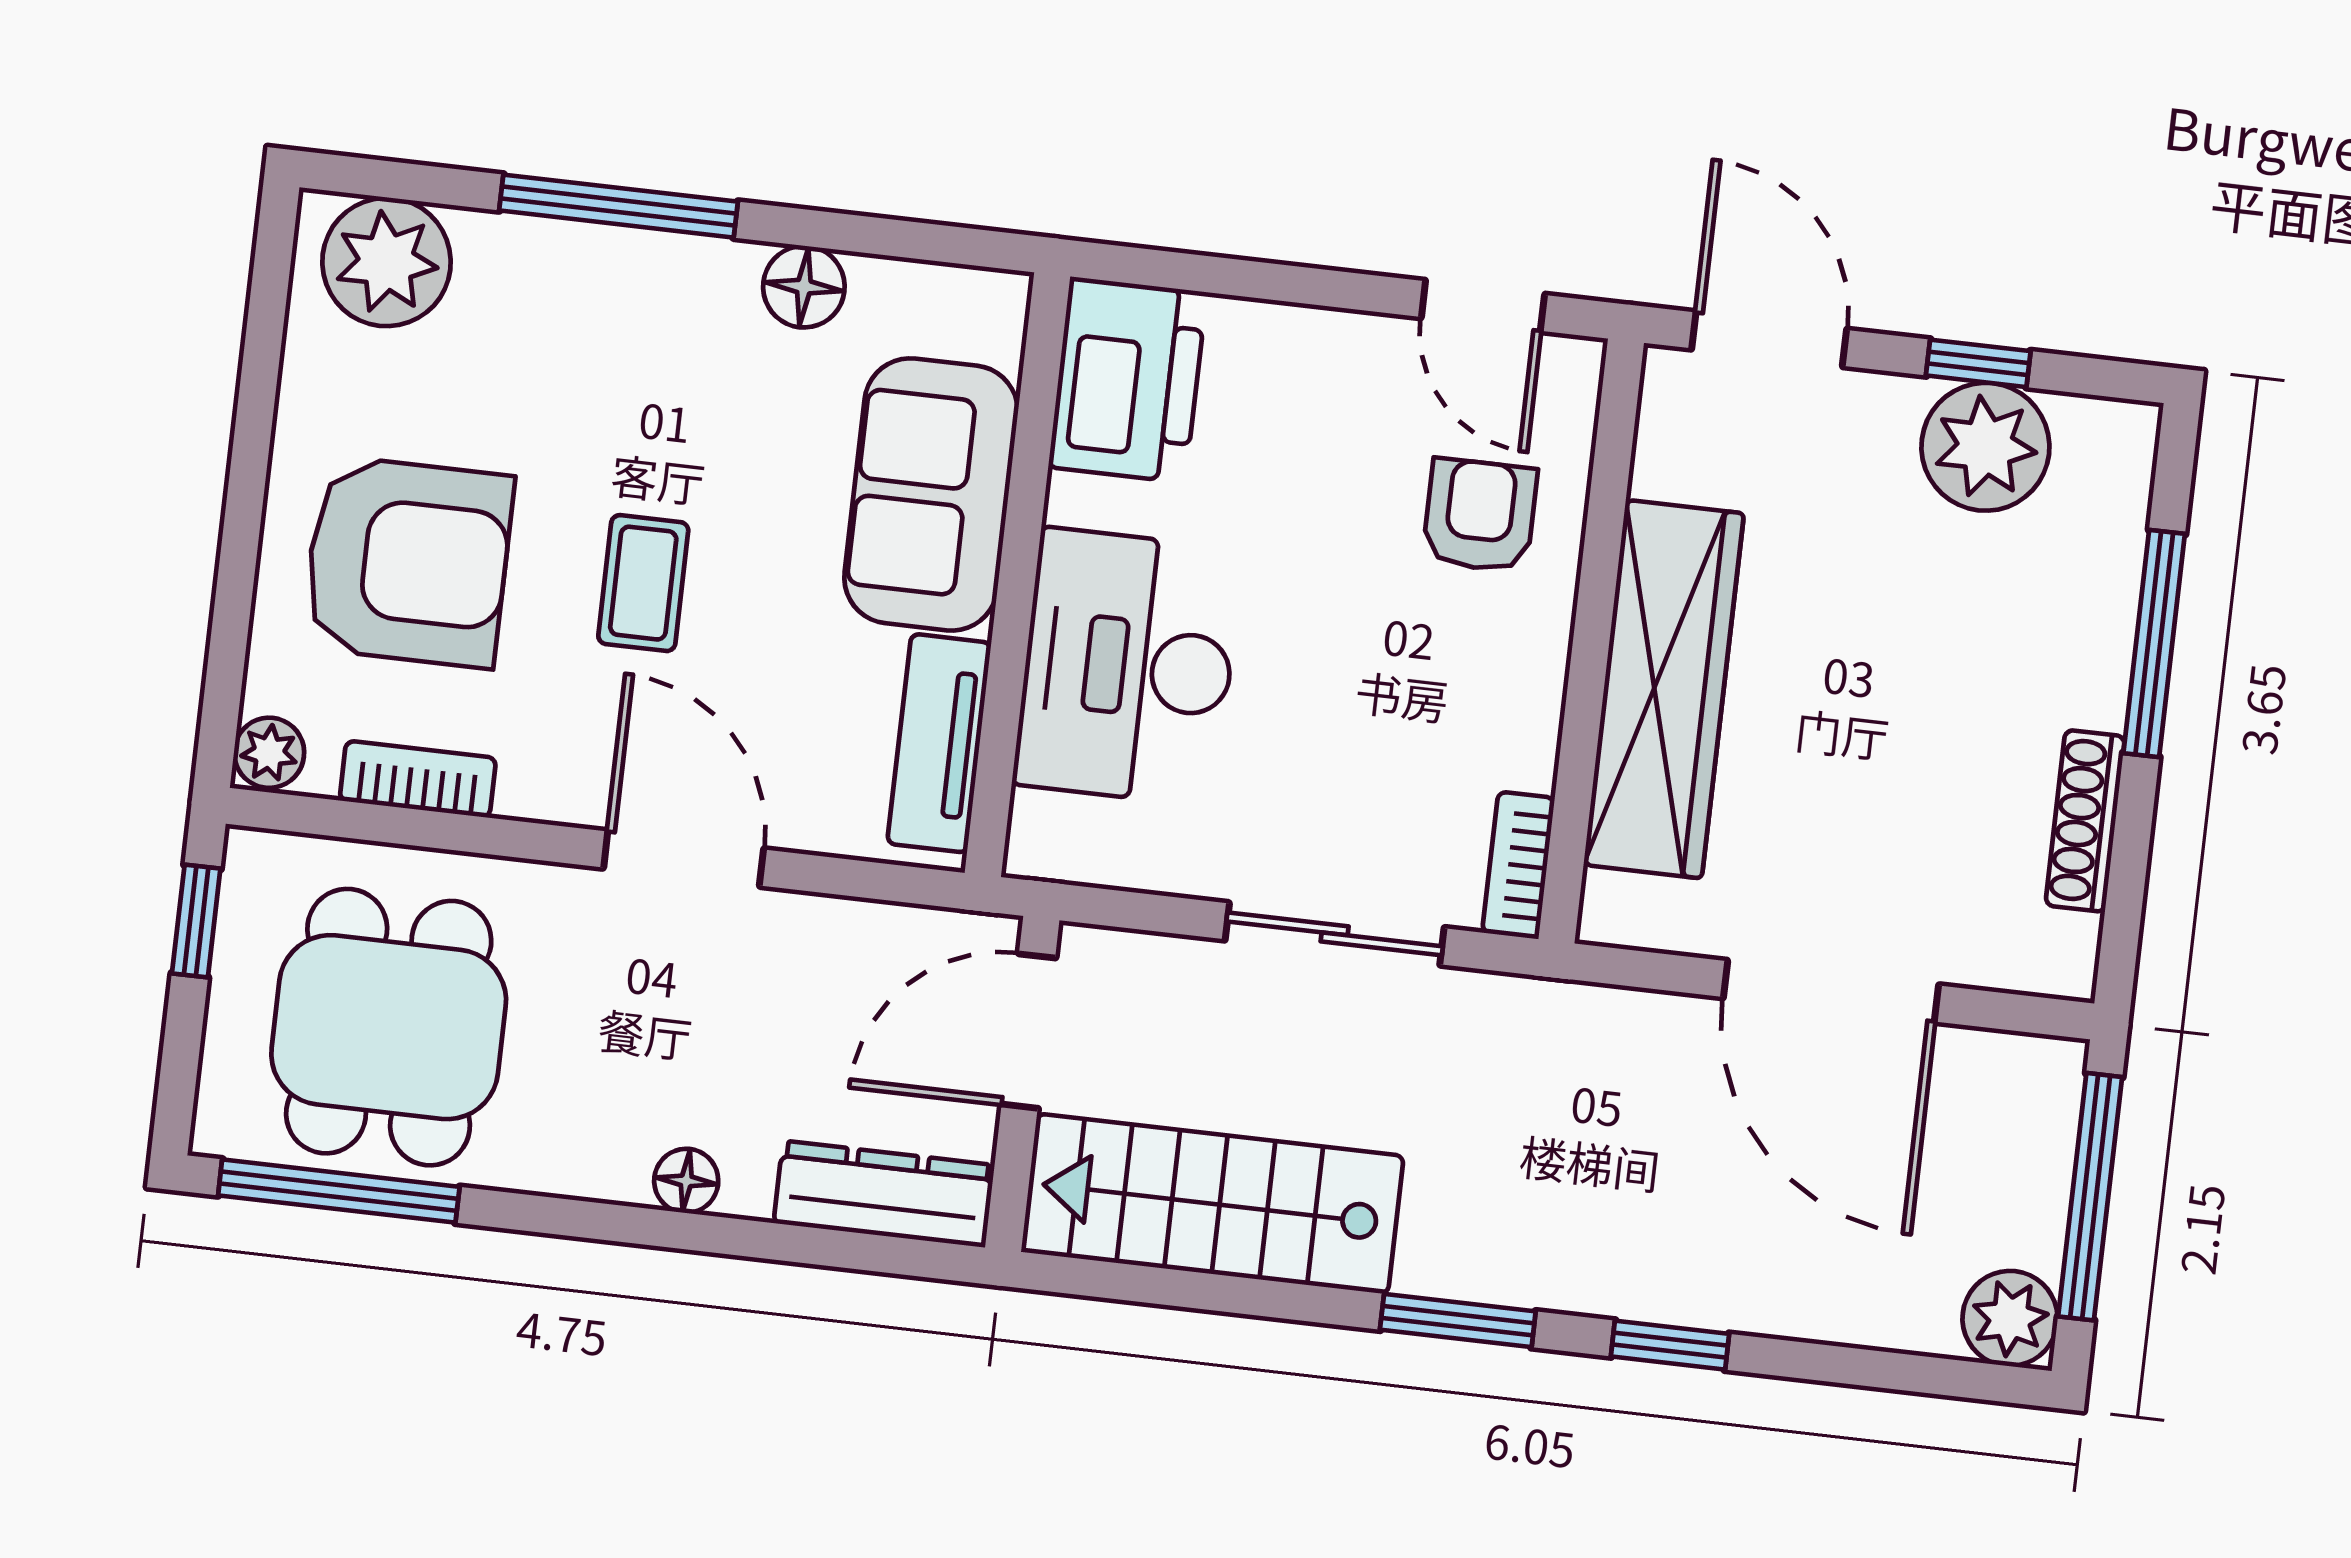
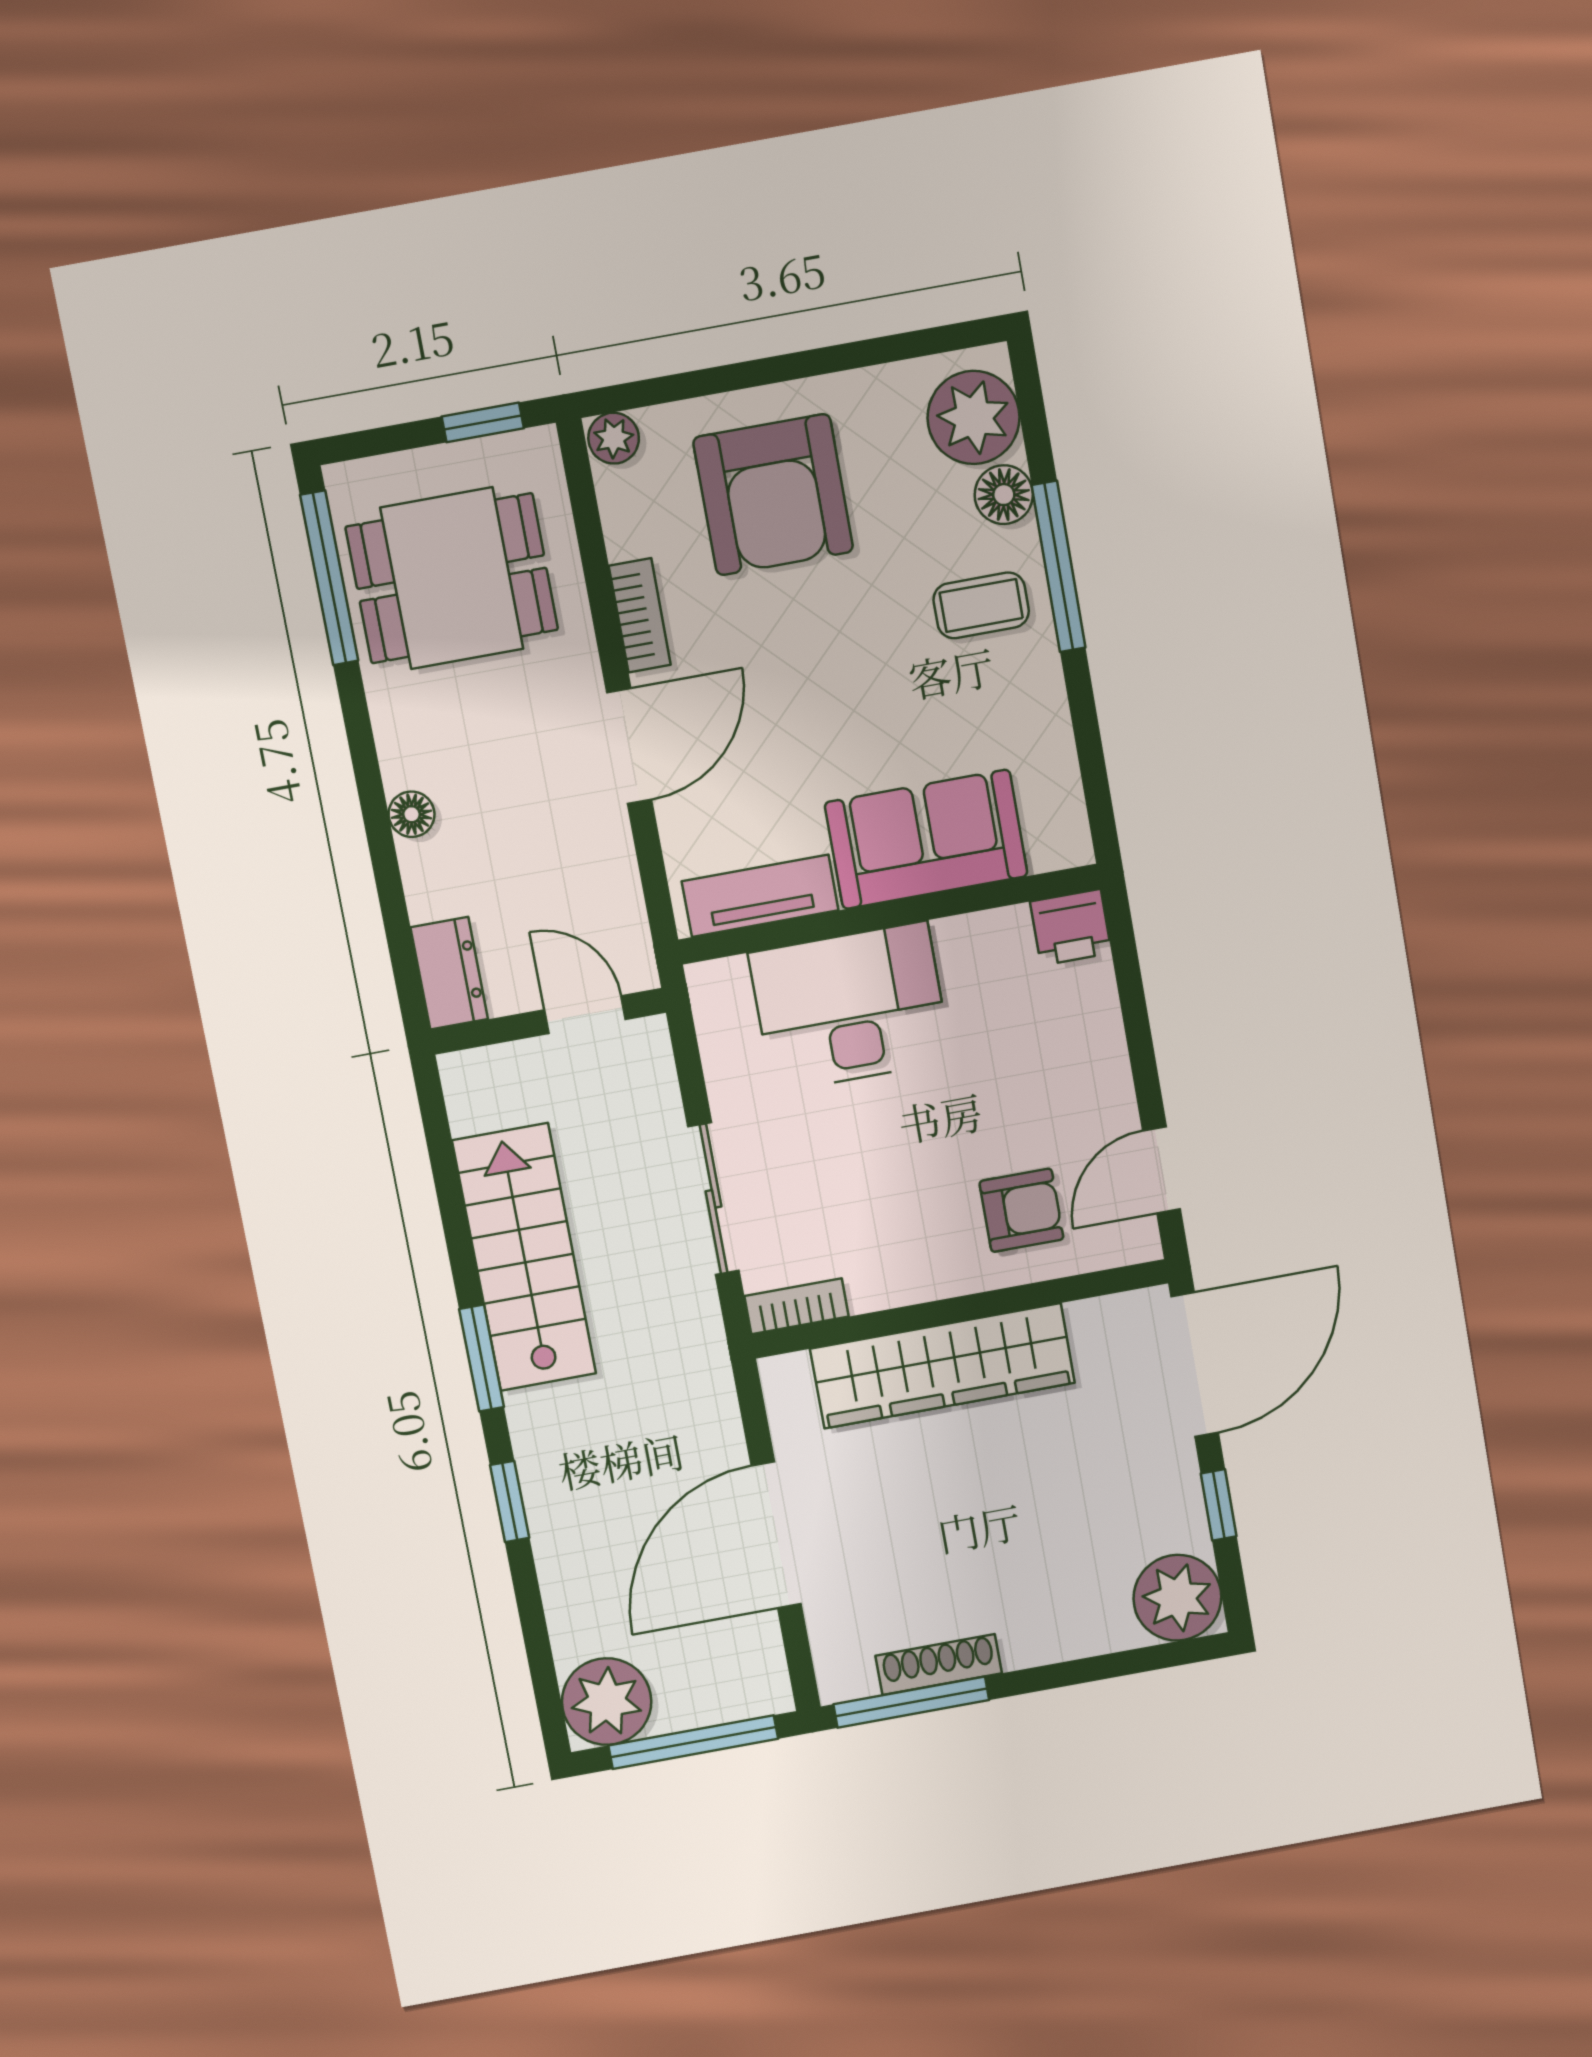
floor lamp: (804, 287) -> (1004, 495), moved
door: (1769, 339) -> (1195, 1364), width x1.36
printer: (1128, 380) -> (1071, 927), width x0.53, depth x0.68
plant: (1985, 447) -> (1177, 1598), moved
coffee table: (643, 583) -> (981, 605), moved
window: (2154, 643) -> (911, 1702), moved
bookcase: (418, 779) -> (640, 615), moved
door: (1028, 1031) -> (585, 1015), width x0.73
dresser: (884, 1194) -> (449, 973), width x0.70
stairs: (1212, 1204) -> (524, 1257), moved
plant: (2010, 1318) -> (607, 1702), width x1.36, depth x1.36

